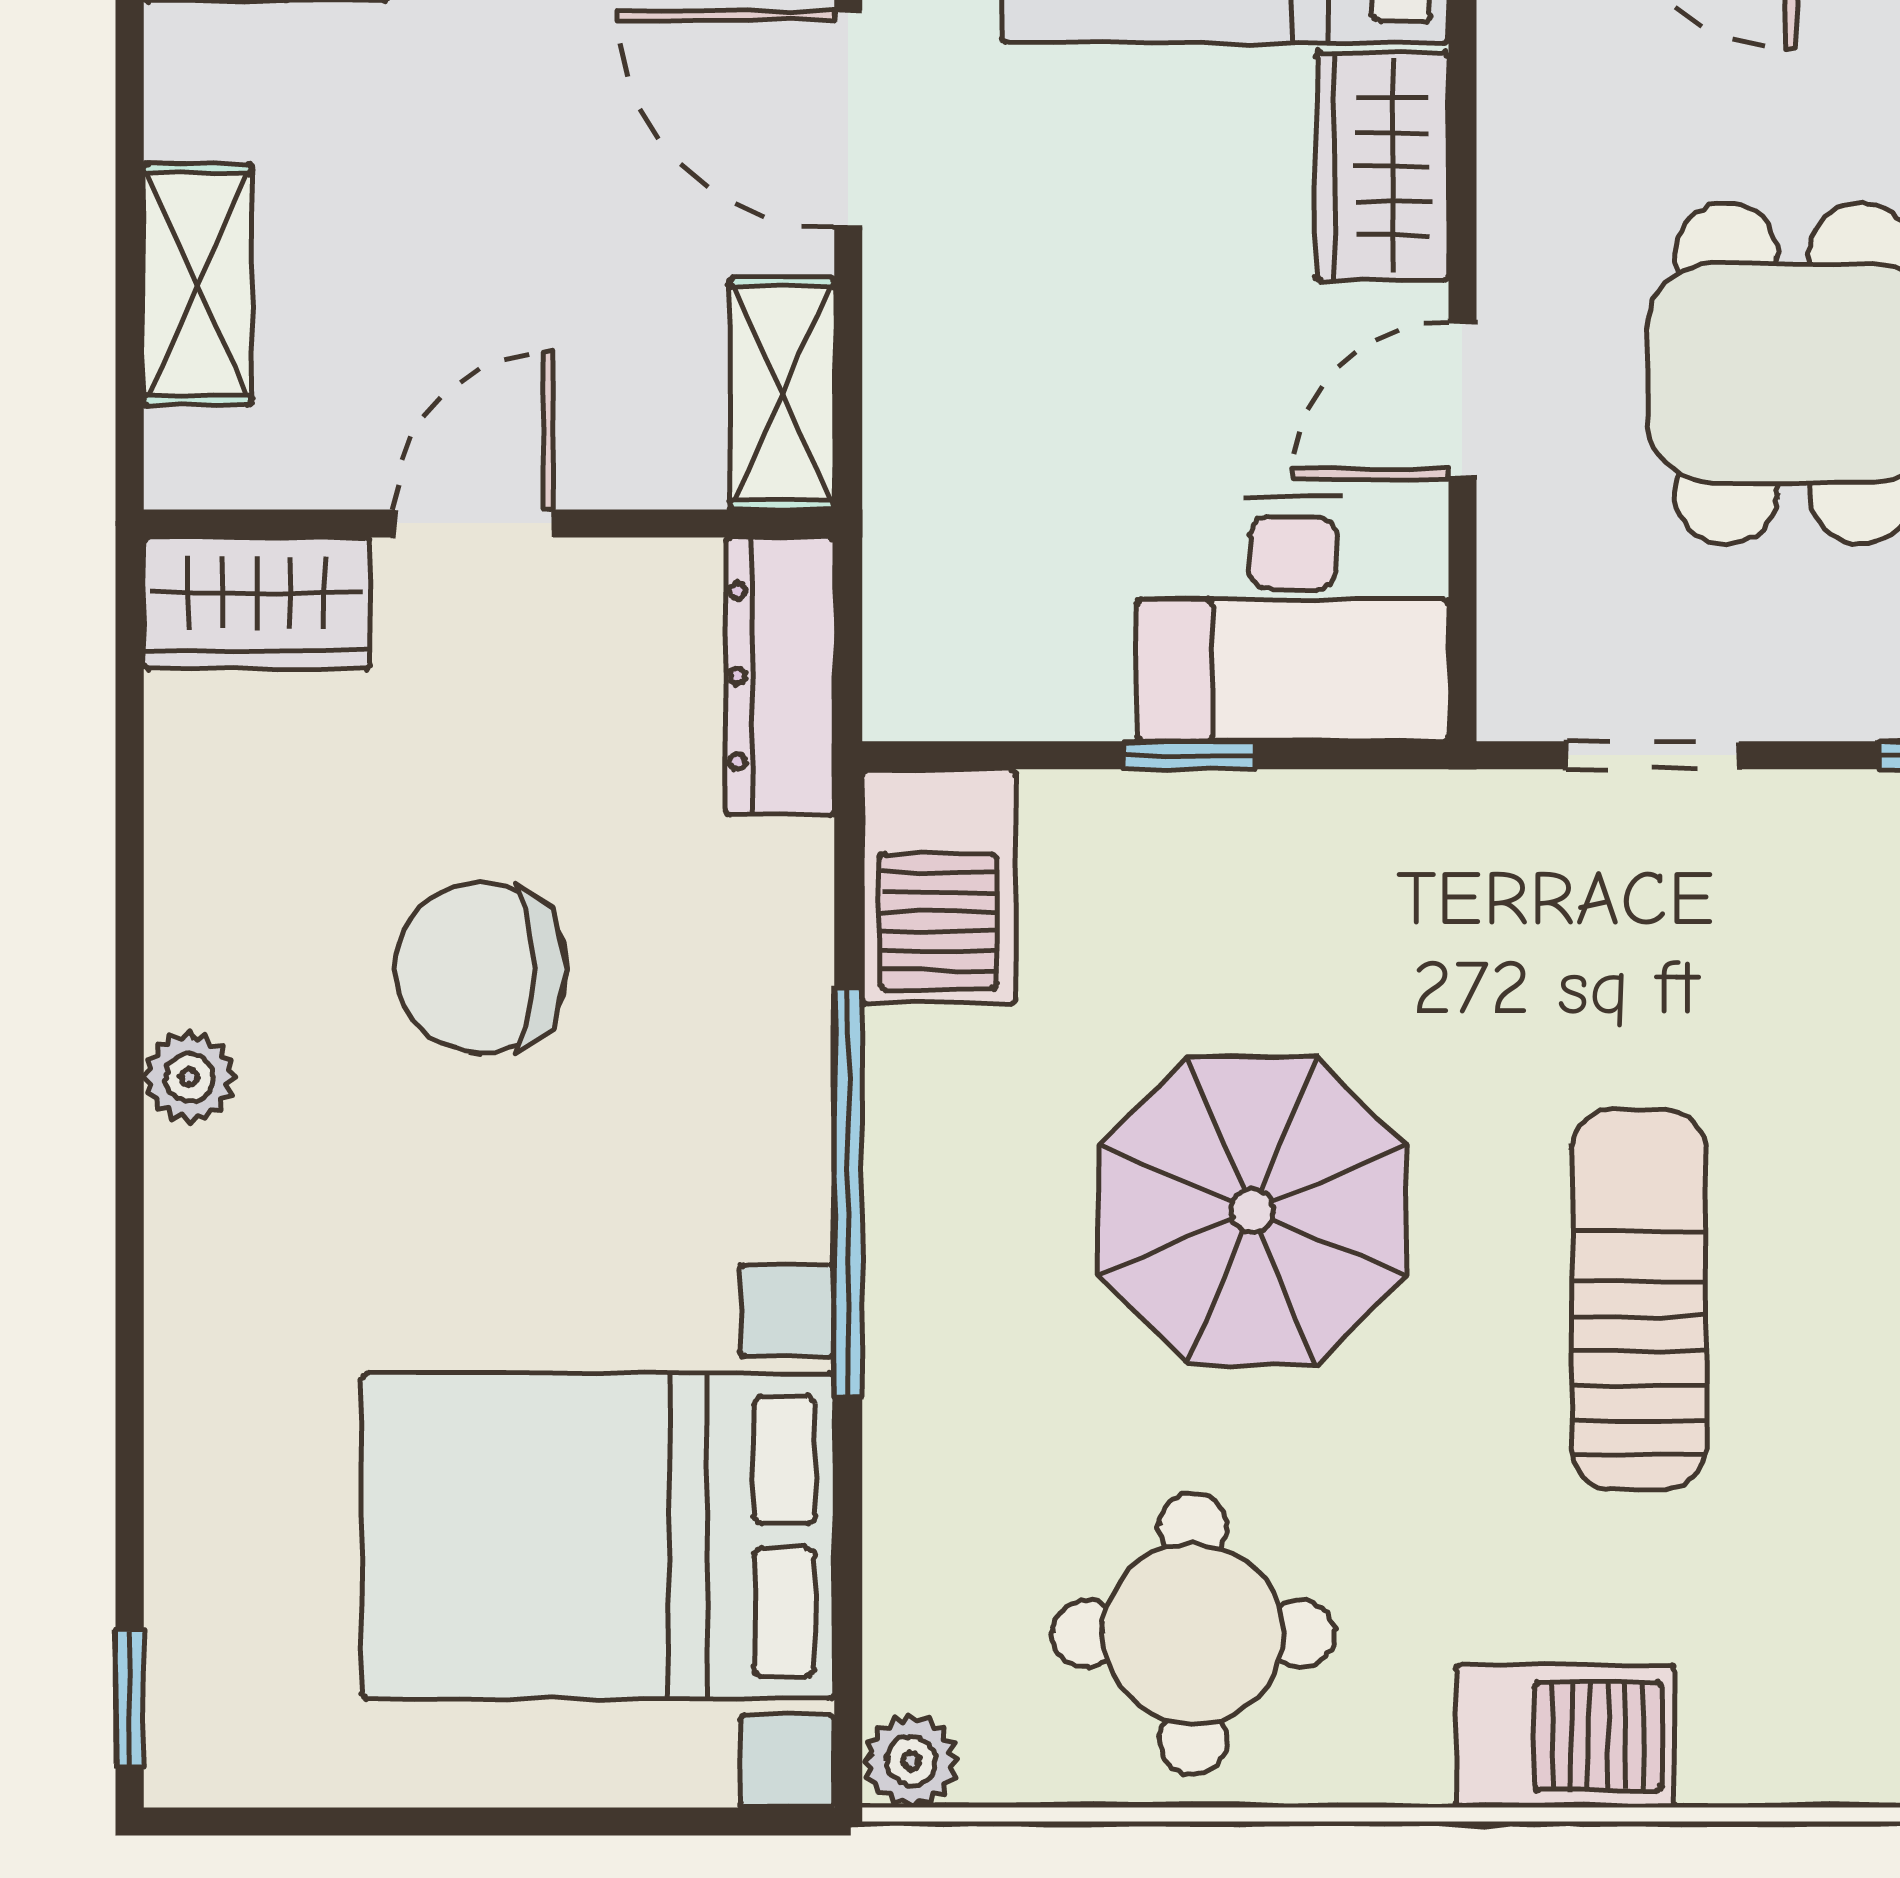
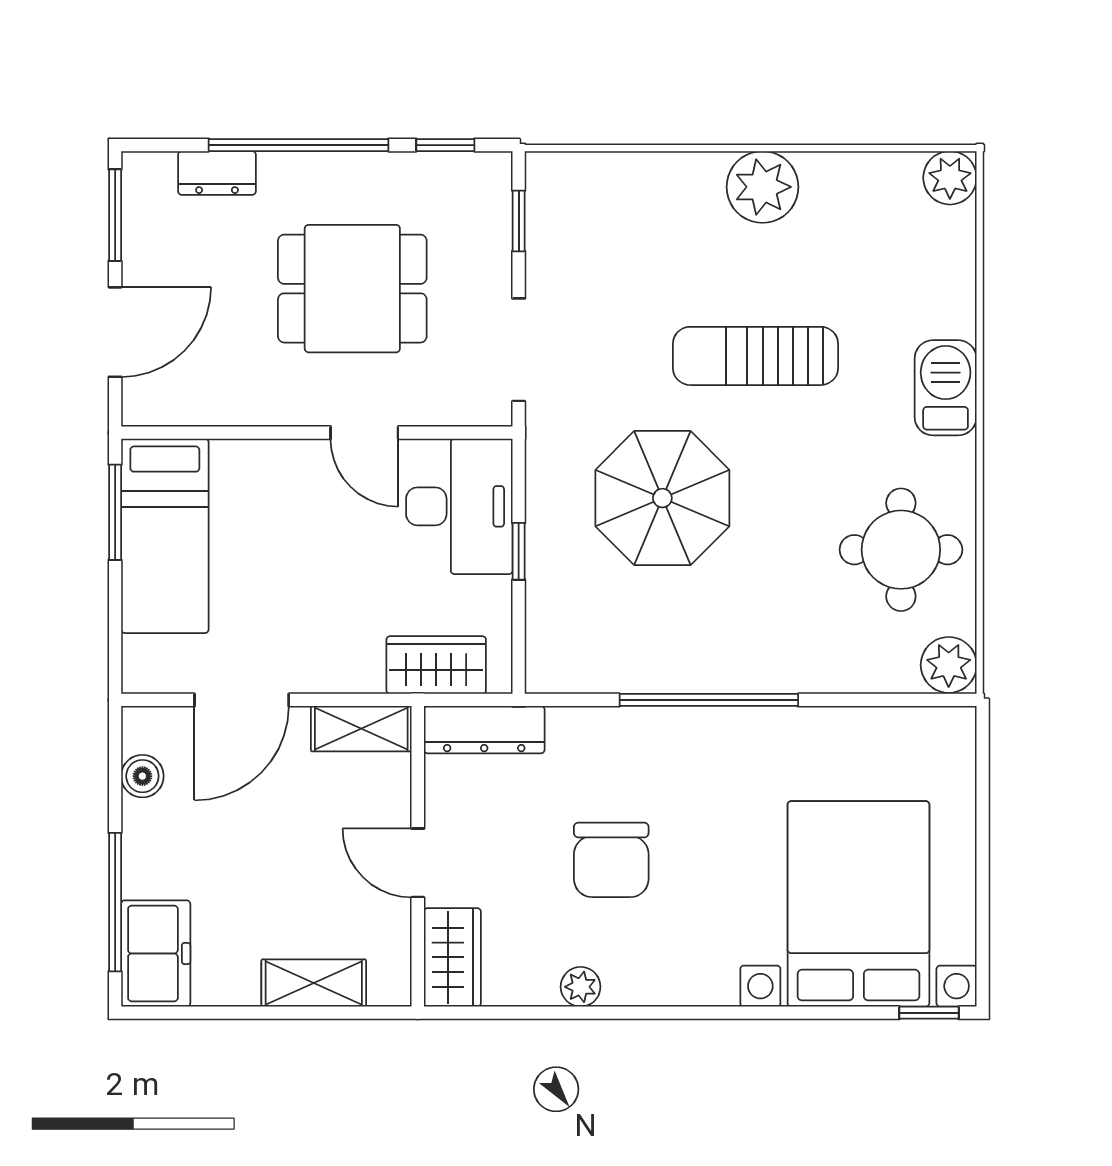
wardrobe: (1382, 167) -> (436, 665), moved, turned 180
doorway: (1653, 755) -> (519, 350), width x1.38
barbecue: (939, 886) -> (576, 661), removed
plant: (189, 1077) -> (581, 987), moved
parasol: (1252, 1211) -> (662, 498), moved
bed with nightstands: (598, 1536) -> (858, 904), moved, turned 180
plant: (911, 1761) -> (949, 665), width x1.38, depth x1.38

